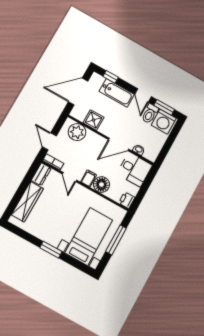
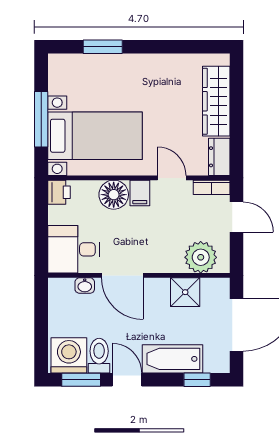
door: (119, 144) -> (122, 275), swing flipped
bed with nightstands: (89, 236) -> (95, 136), moved, turned -90
window: (51, 250) -> (103, 47), moved

